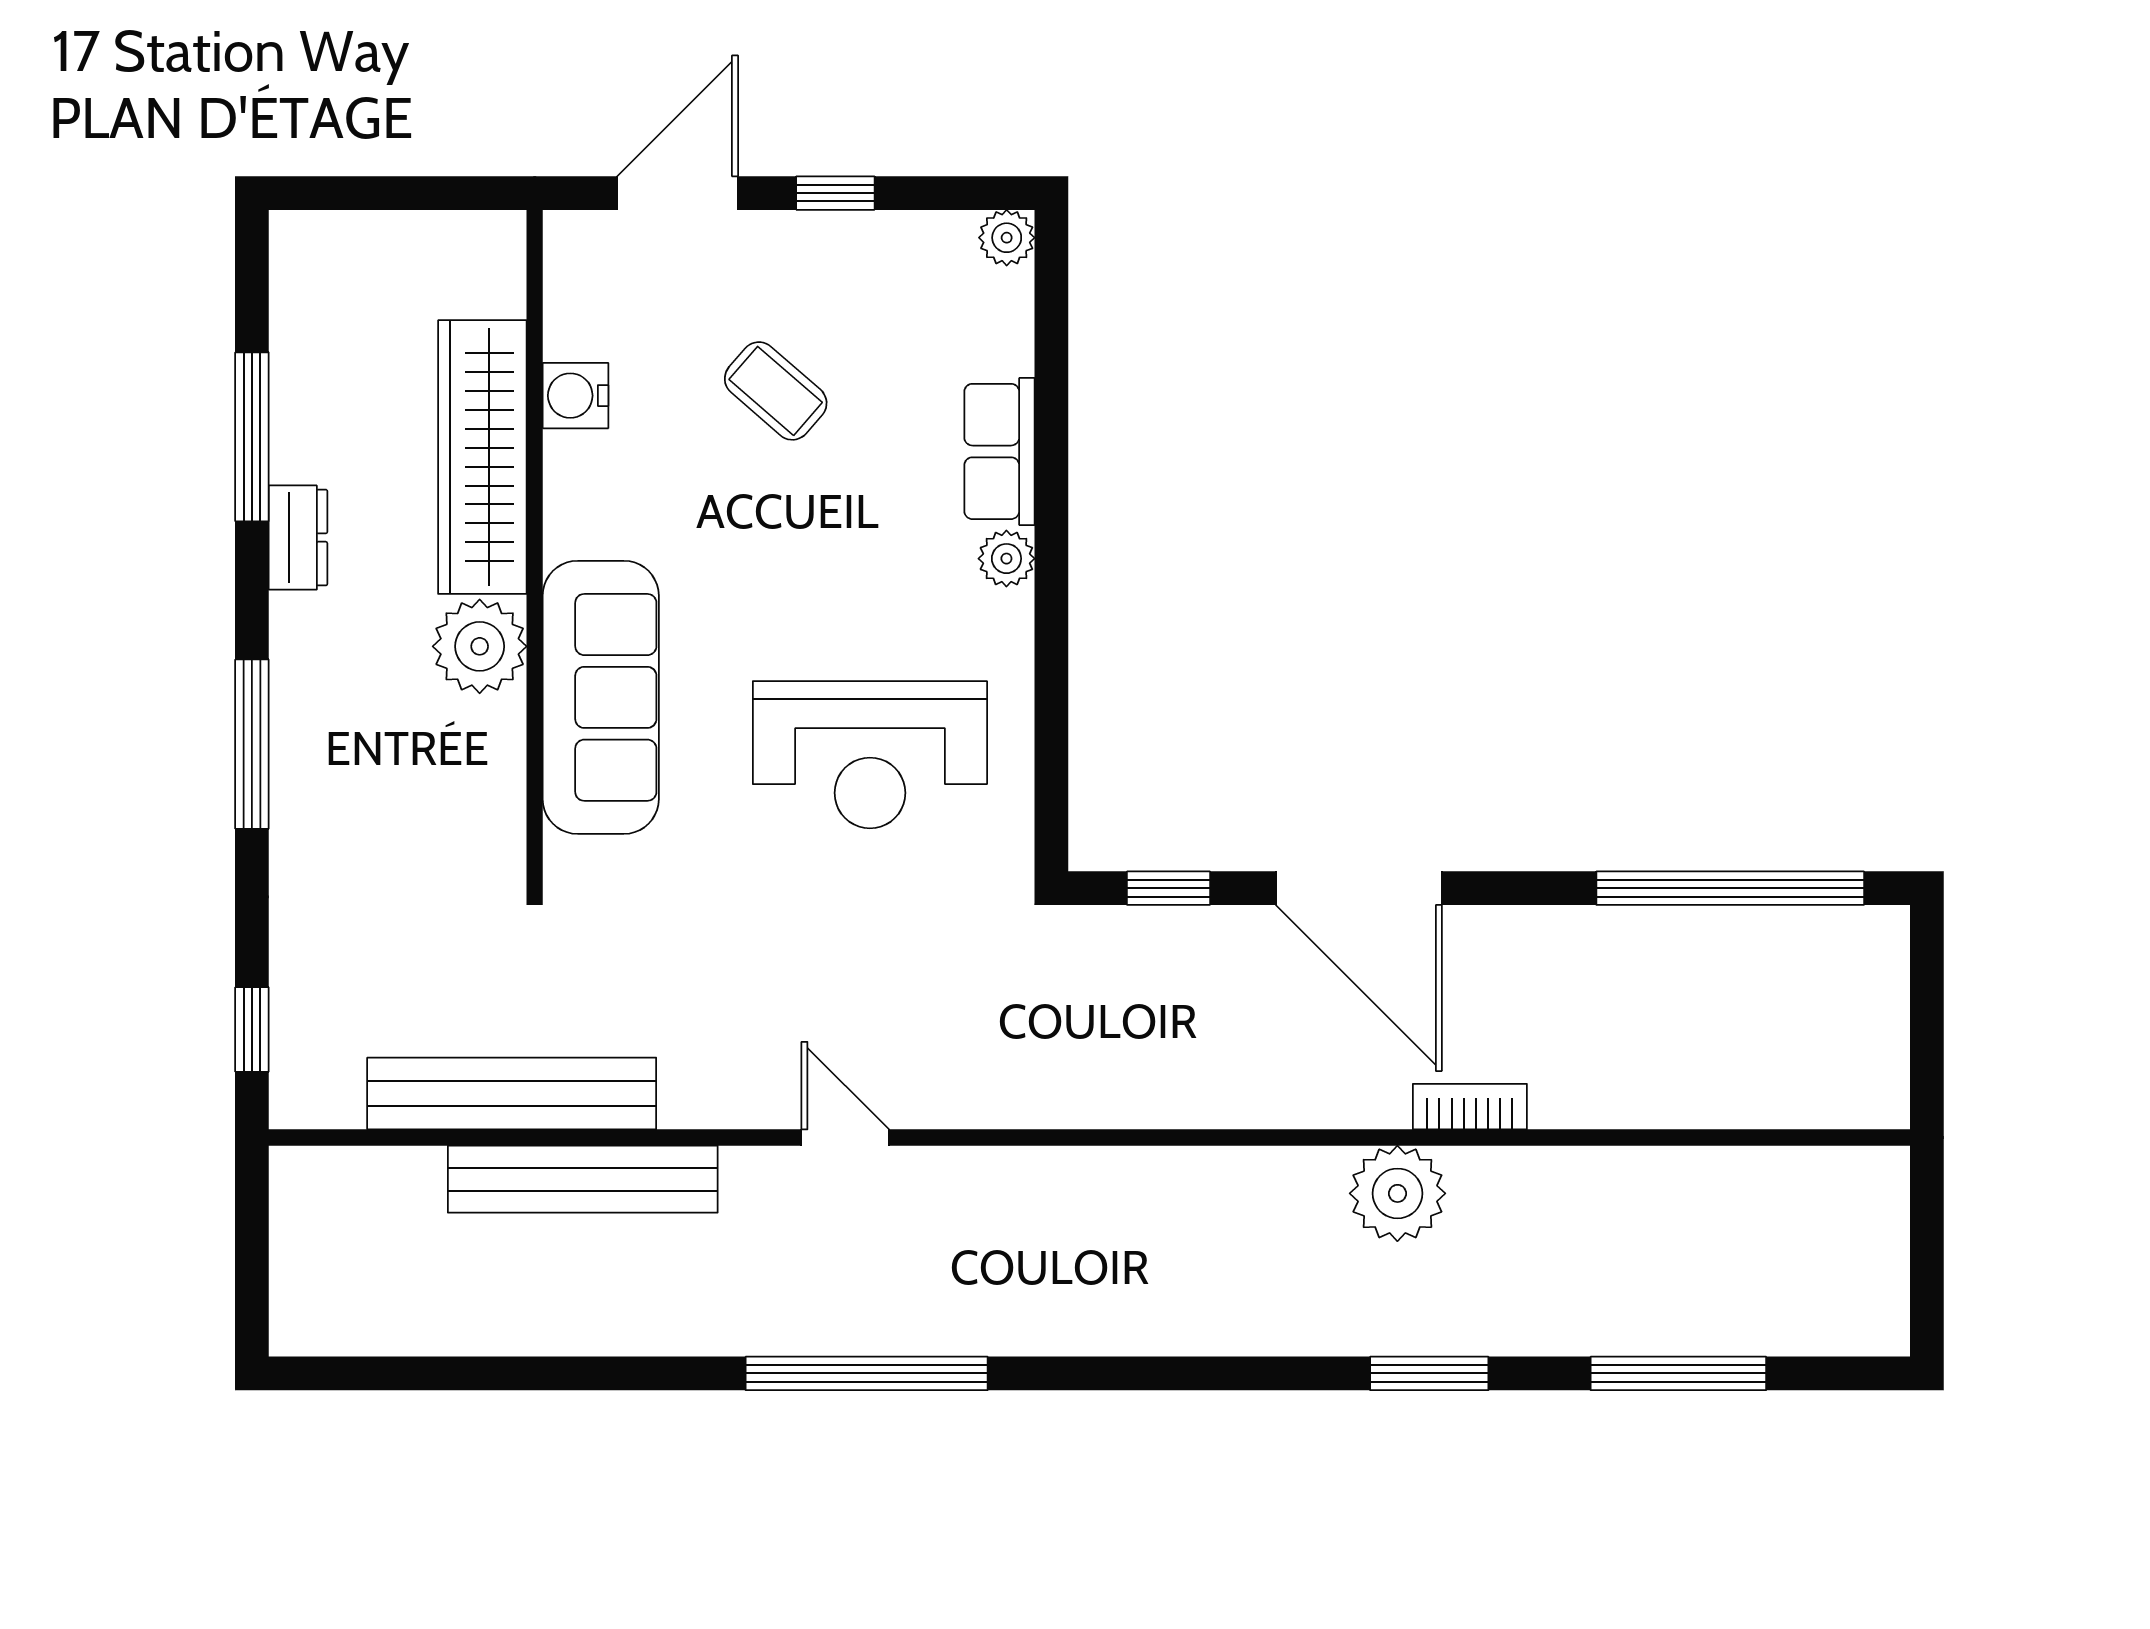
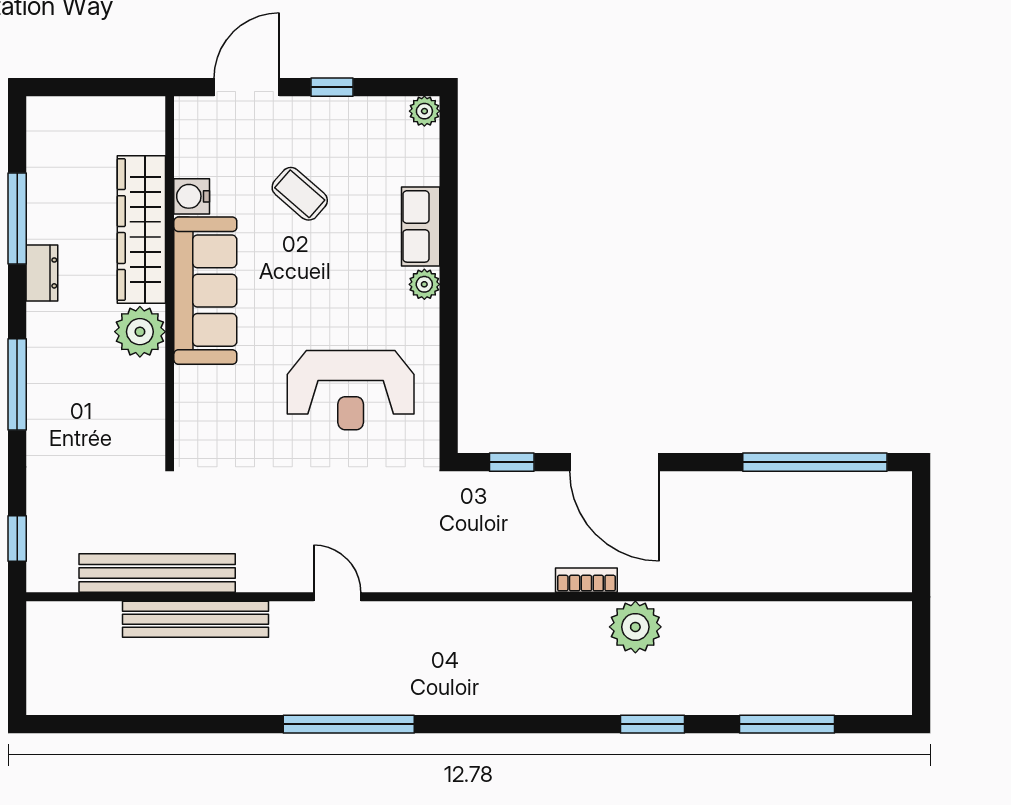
sofa: (601, 697) -> (205, 291), moved
bookcase: (1470, 1107) -> (586, 580), moved

